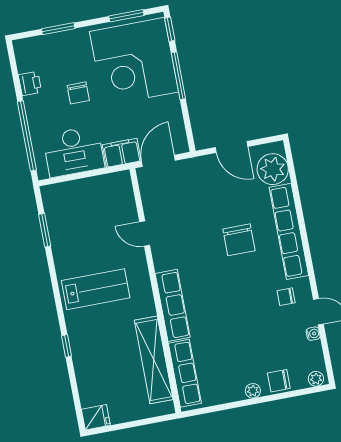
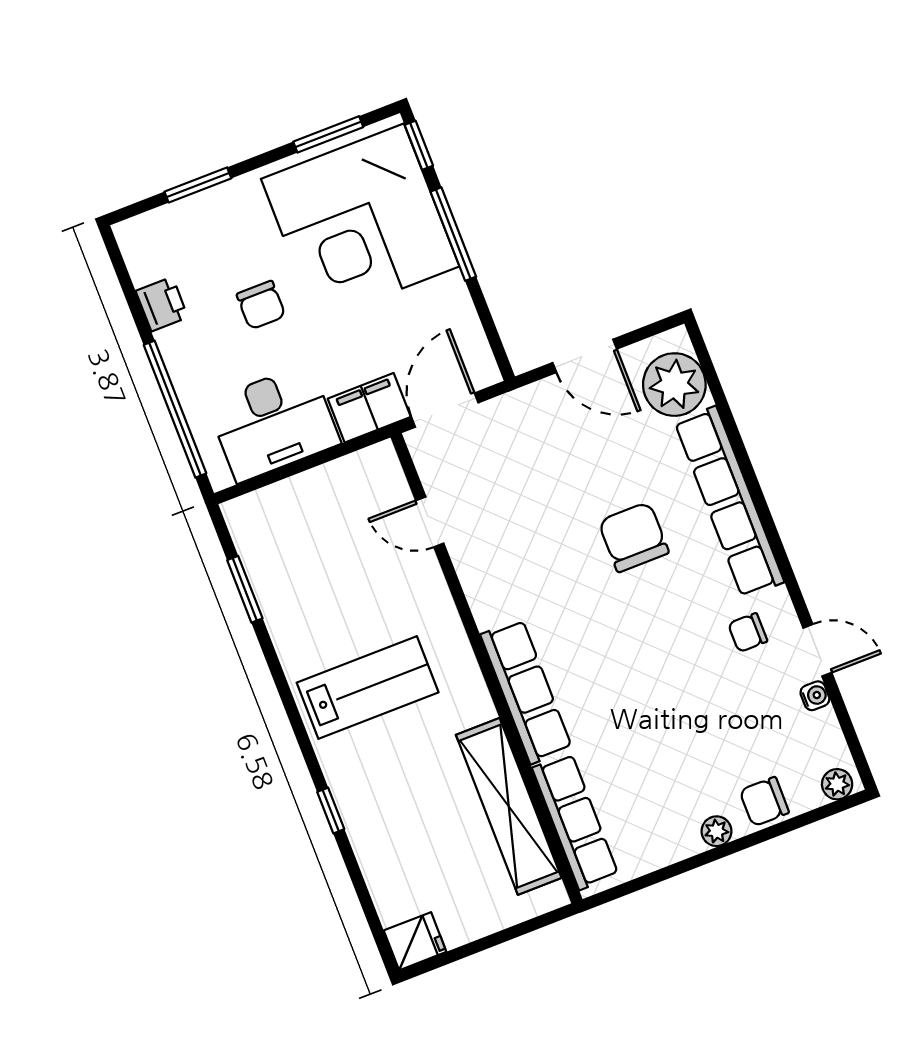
door: (145, 234) -> (430, 522), moved
chair: (239, 240) -> (634, 537), turned 180

